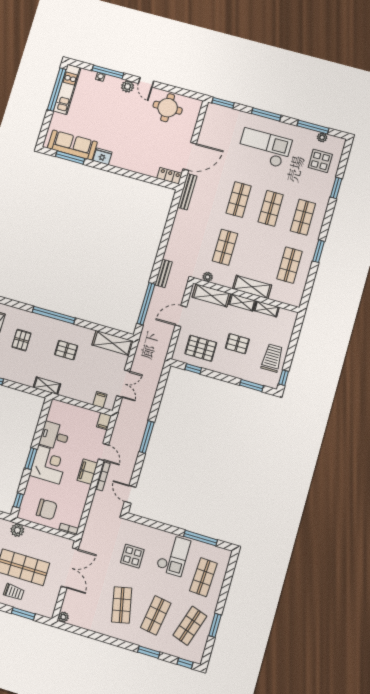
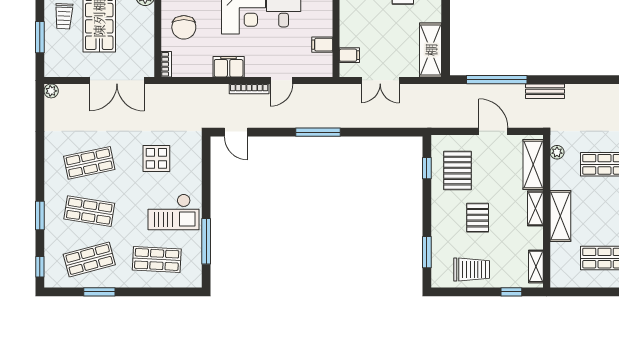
shelving: (266, 309) -> (536, 266), moved
window: (284, 378) -> (511, 292), moved
filing cabinet: (104, 421) -> (322, 45), moved
filing cabinet: (87, 472) -> (229, 67), moved
door: (130, 494) -> (236, 132), swing flipped
shop shelf: (190, 626) -> (89, 259), turned -33

